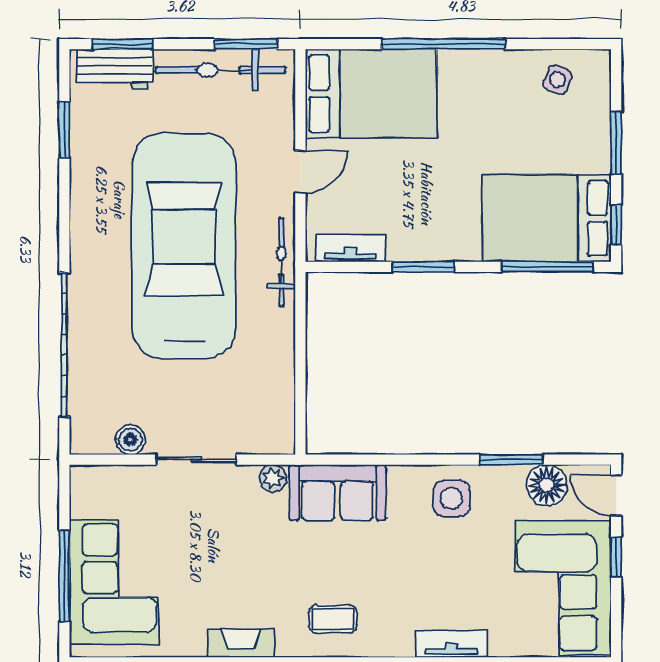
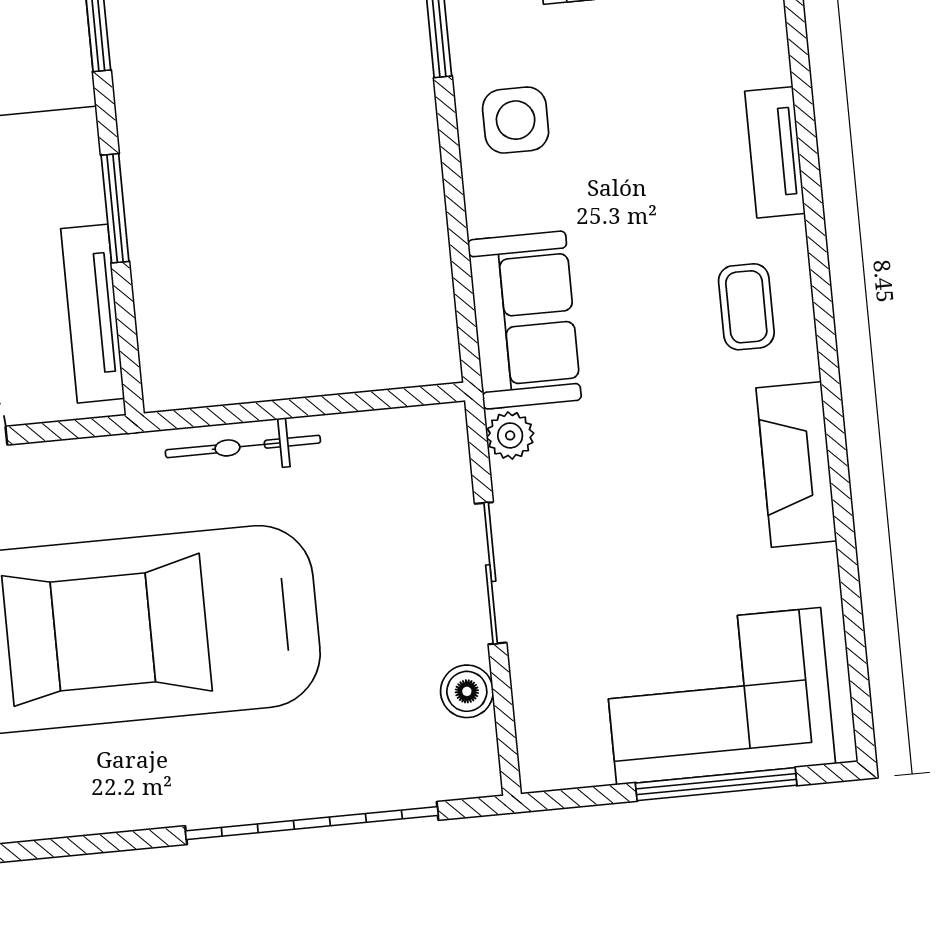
tv unit: (350, 248) -> (93, 314), width x1.41
bicycle: (281, 262) -> (243, 446), moved
fireplace: (241, 643) -> (796, 464), width x1.37, depth x1.32
tv unit: (451, 644) -> (775, 152), moved

